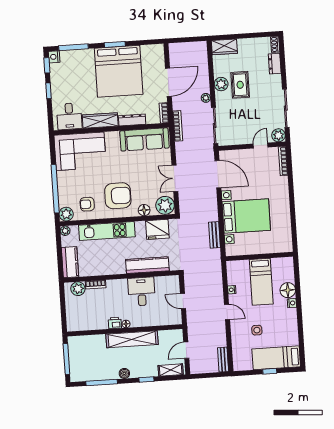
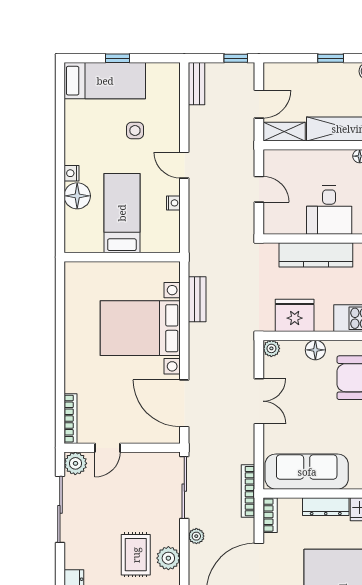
plant: (165, 205) -> (271, 348), width x0.53, depth x0.53
shelving: (171, 370) -> (284, 132), moved
window: (201, 376) -> (236, 58), added

